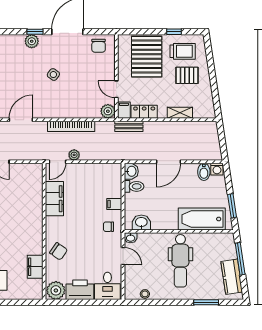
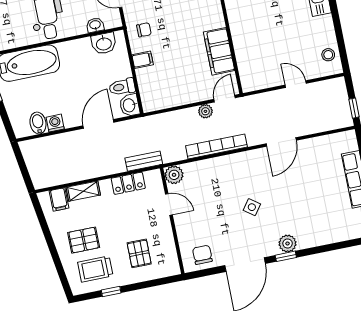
pallet: (147, 57) -> (139, 253), width x0.49, depth x0.50
filing cabinet: (124, 110) -> (59, 199), moved
door: (168, 162) -> (98, 124), moved
washing machine: (217, 169) -> (55, 123), moved
washbasin: (131, 238) -> (95, 25), moved

